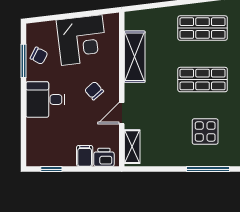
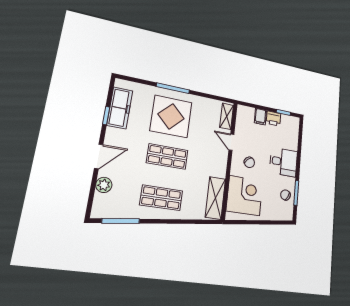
corner desk: (82, 40) -> (245, 196), moved, turned 97
shelving: (135, 57) -> (215, 198), moved
door: (122, 113) -> (231, 142), swing flipped
display table: (205, 131) -> (171, 116), width x1.86, depth x1.86
printer: (104, 157) -> (274, 118), moved

